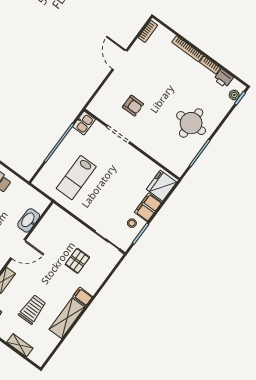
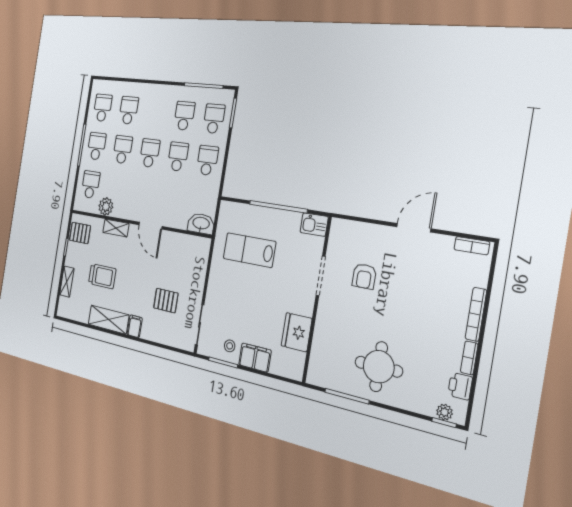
fridge: (161, 186) -> (297, 332), moved, turned -90
washbasin: (29, 220) -> (201, 224), moved

